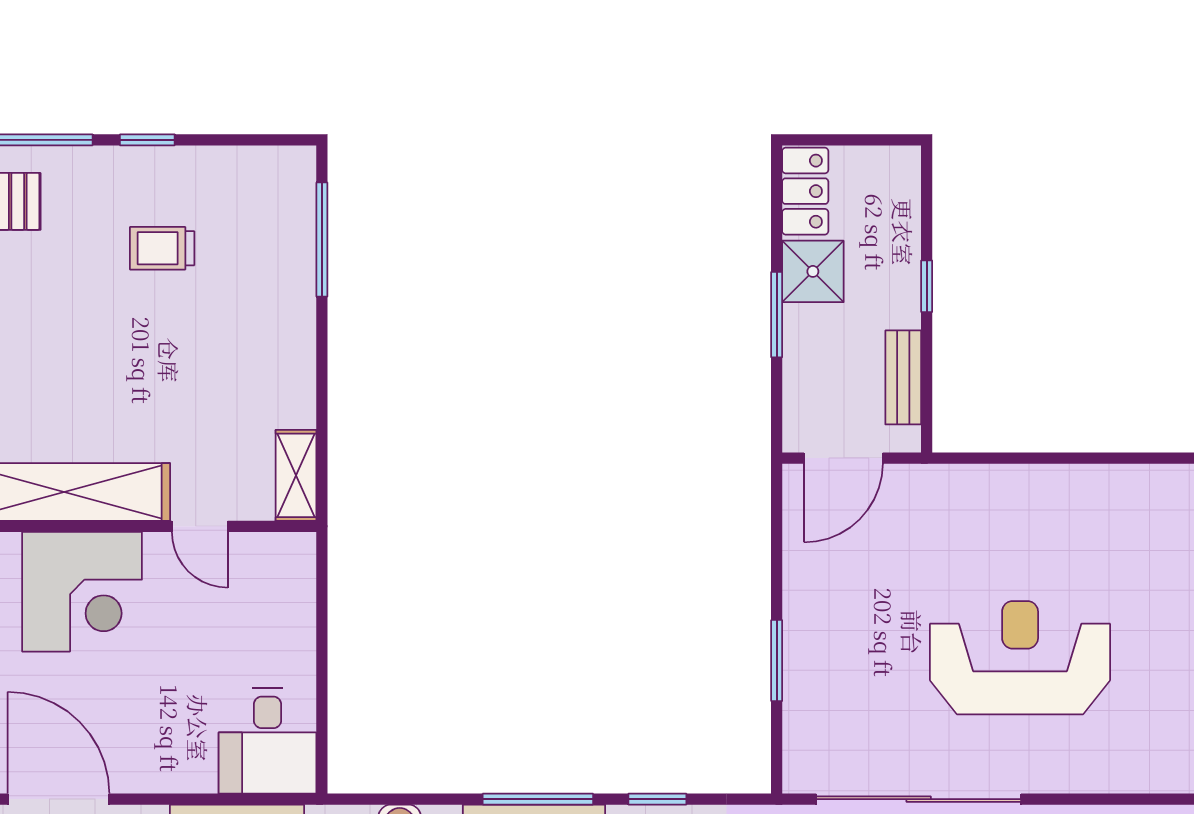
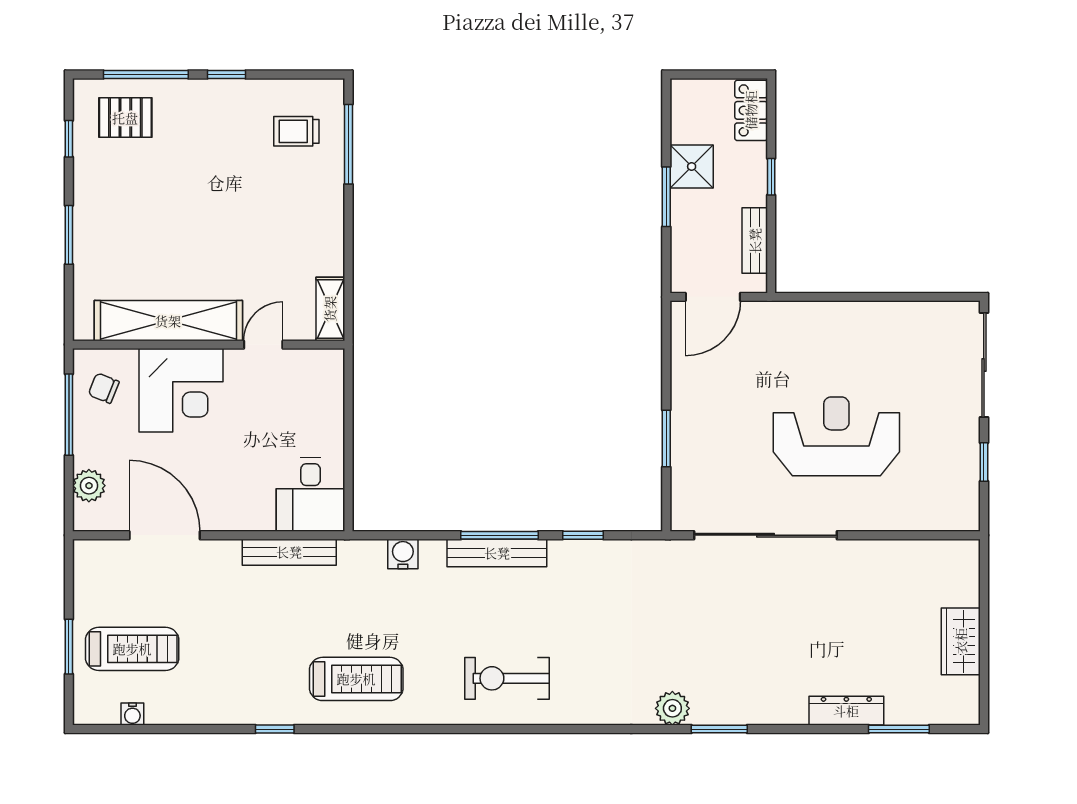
locker: (805, 191) -> (751, 110), moved, turned 180
trolley: (162, 248) -> (296, 131), moved
door: (200, 526) -> (263, 345), swing flipped

